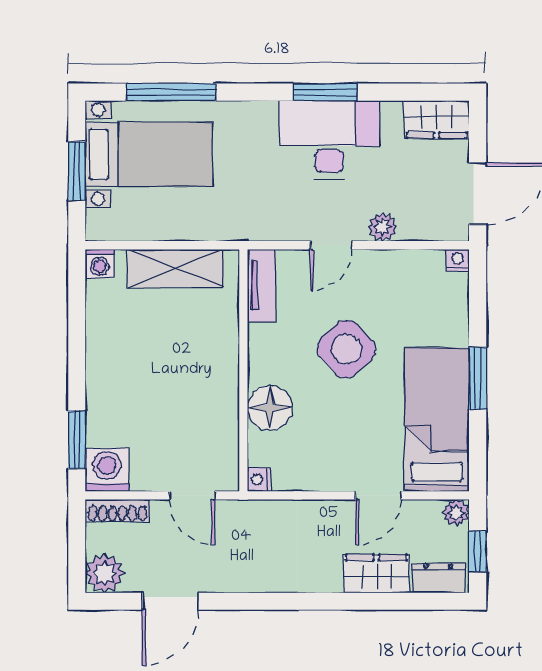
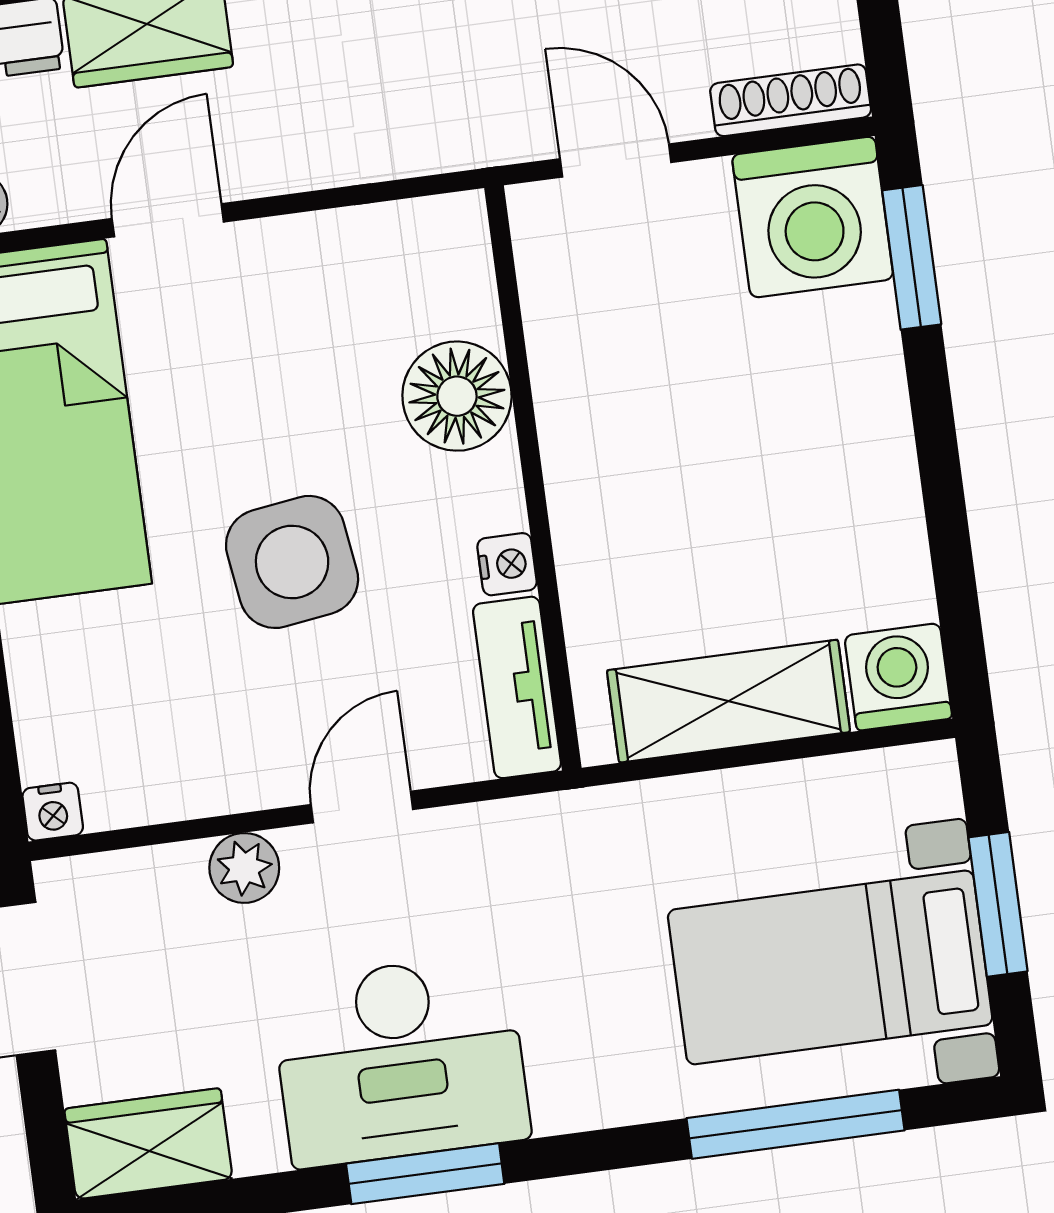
washing machine: (100, 264) -> (898, 677), width x1.38, depth x1.38
side table: (346, 349) -> (292, 562), turned 35
washing machine: (107, 470) -> (813, 217), width x1.37, depth x1.37
nightstand: (259, 479) -> (507, 564), moved

